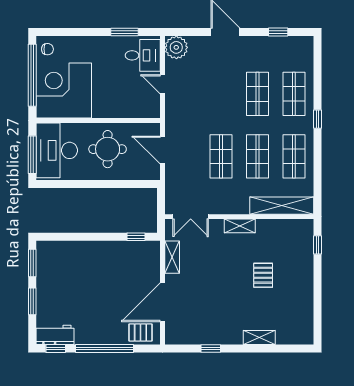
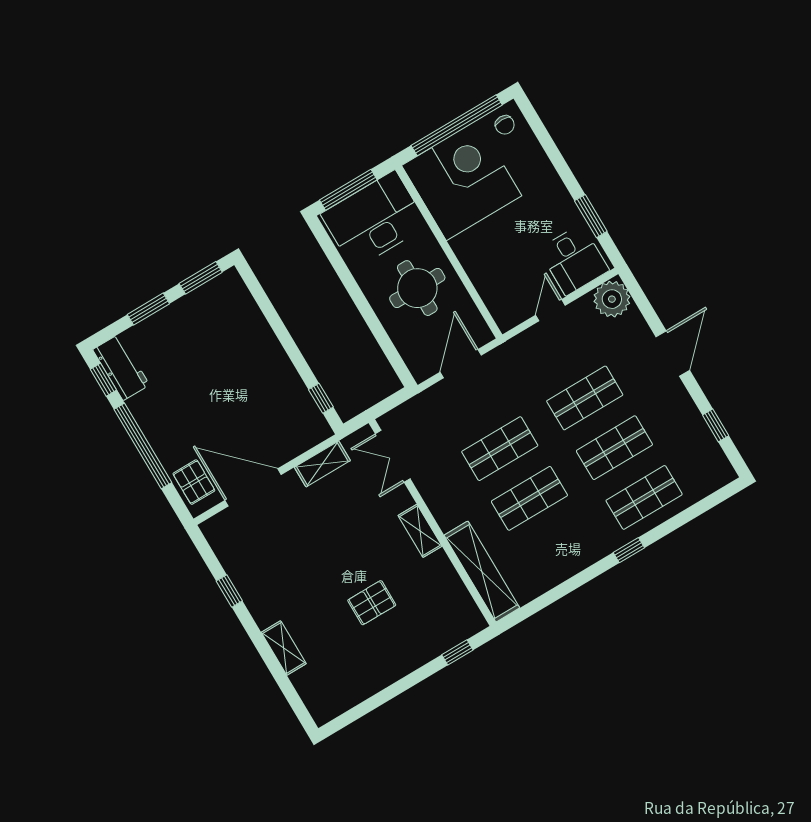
shop shelf: (294, 156) -> (585, 398), moved

